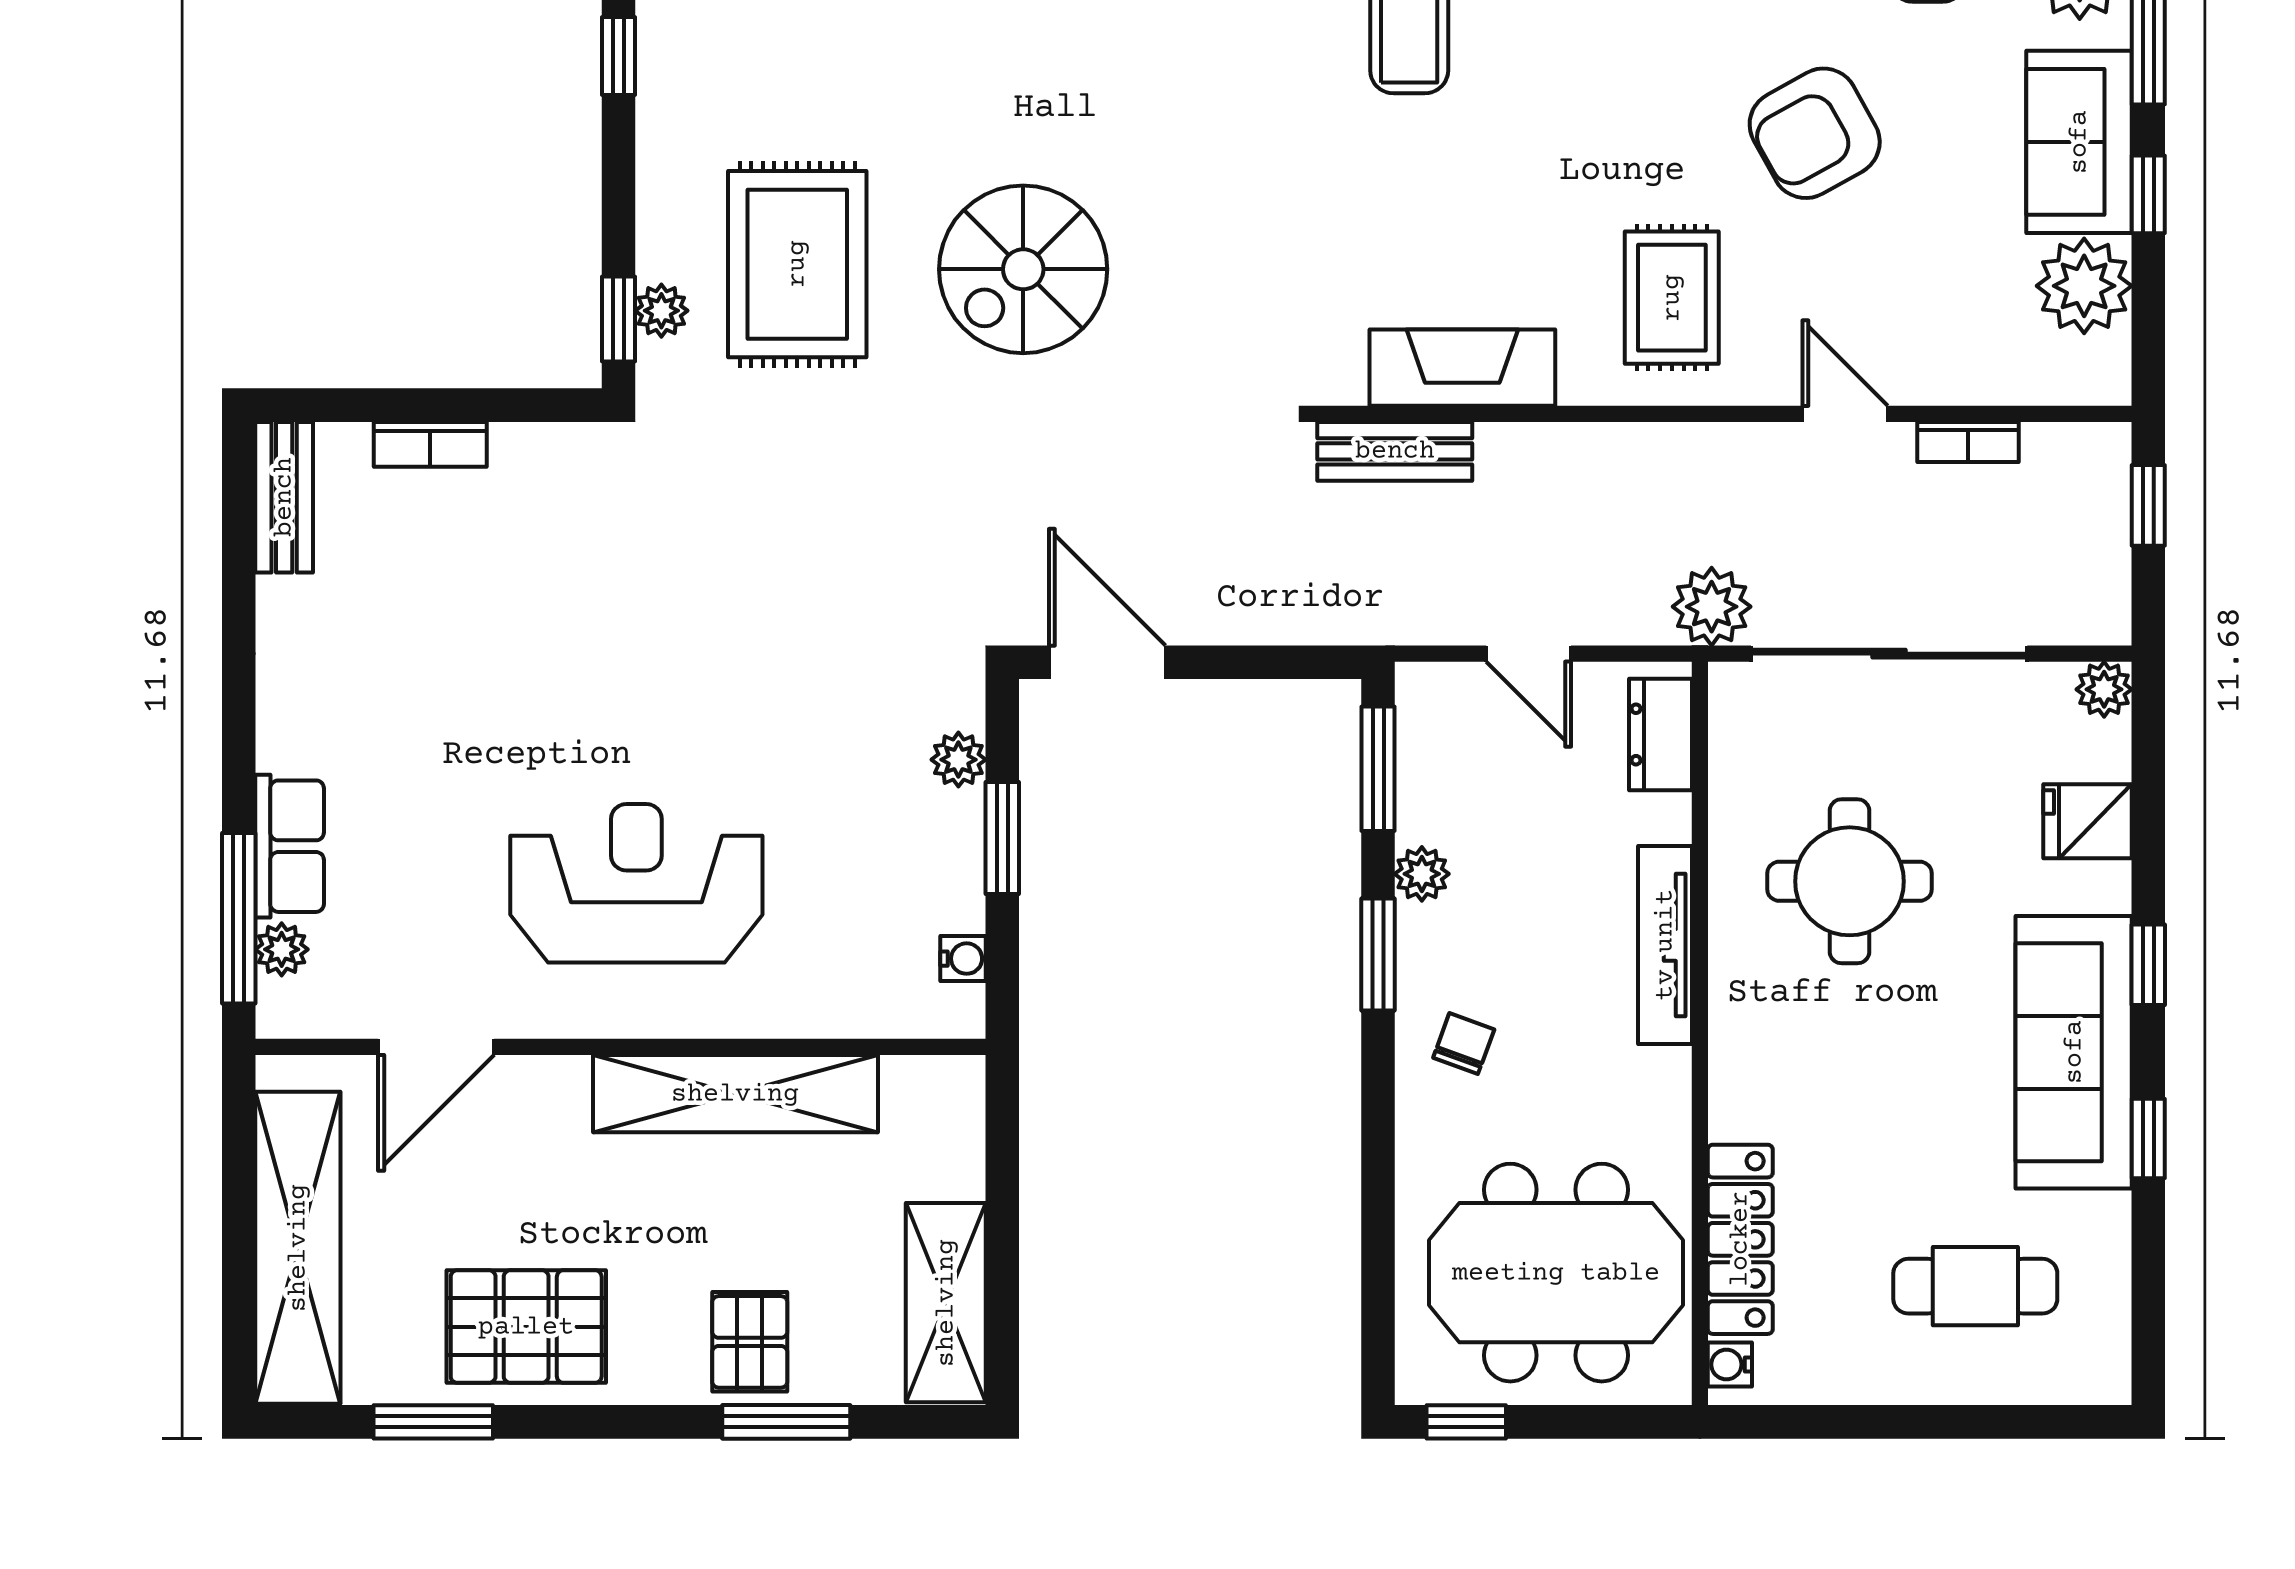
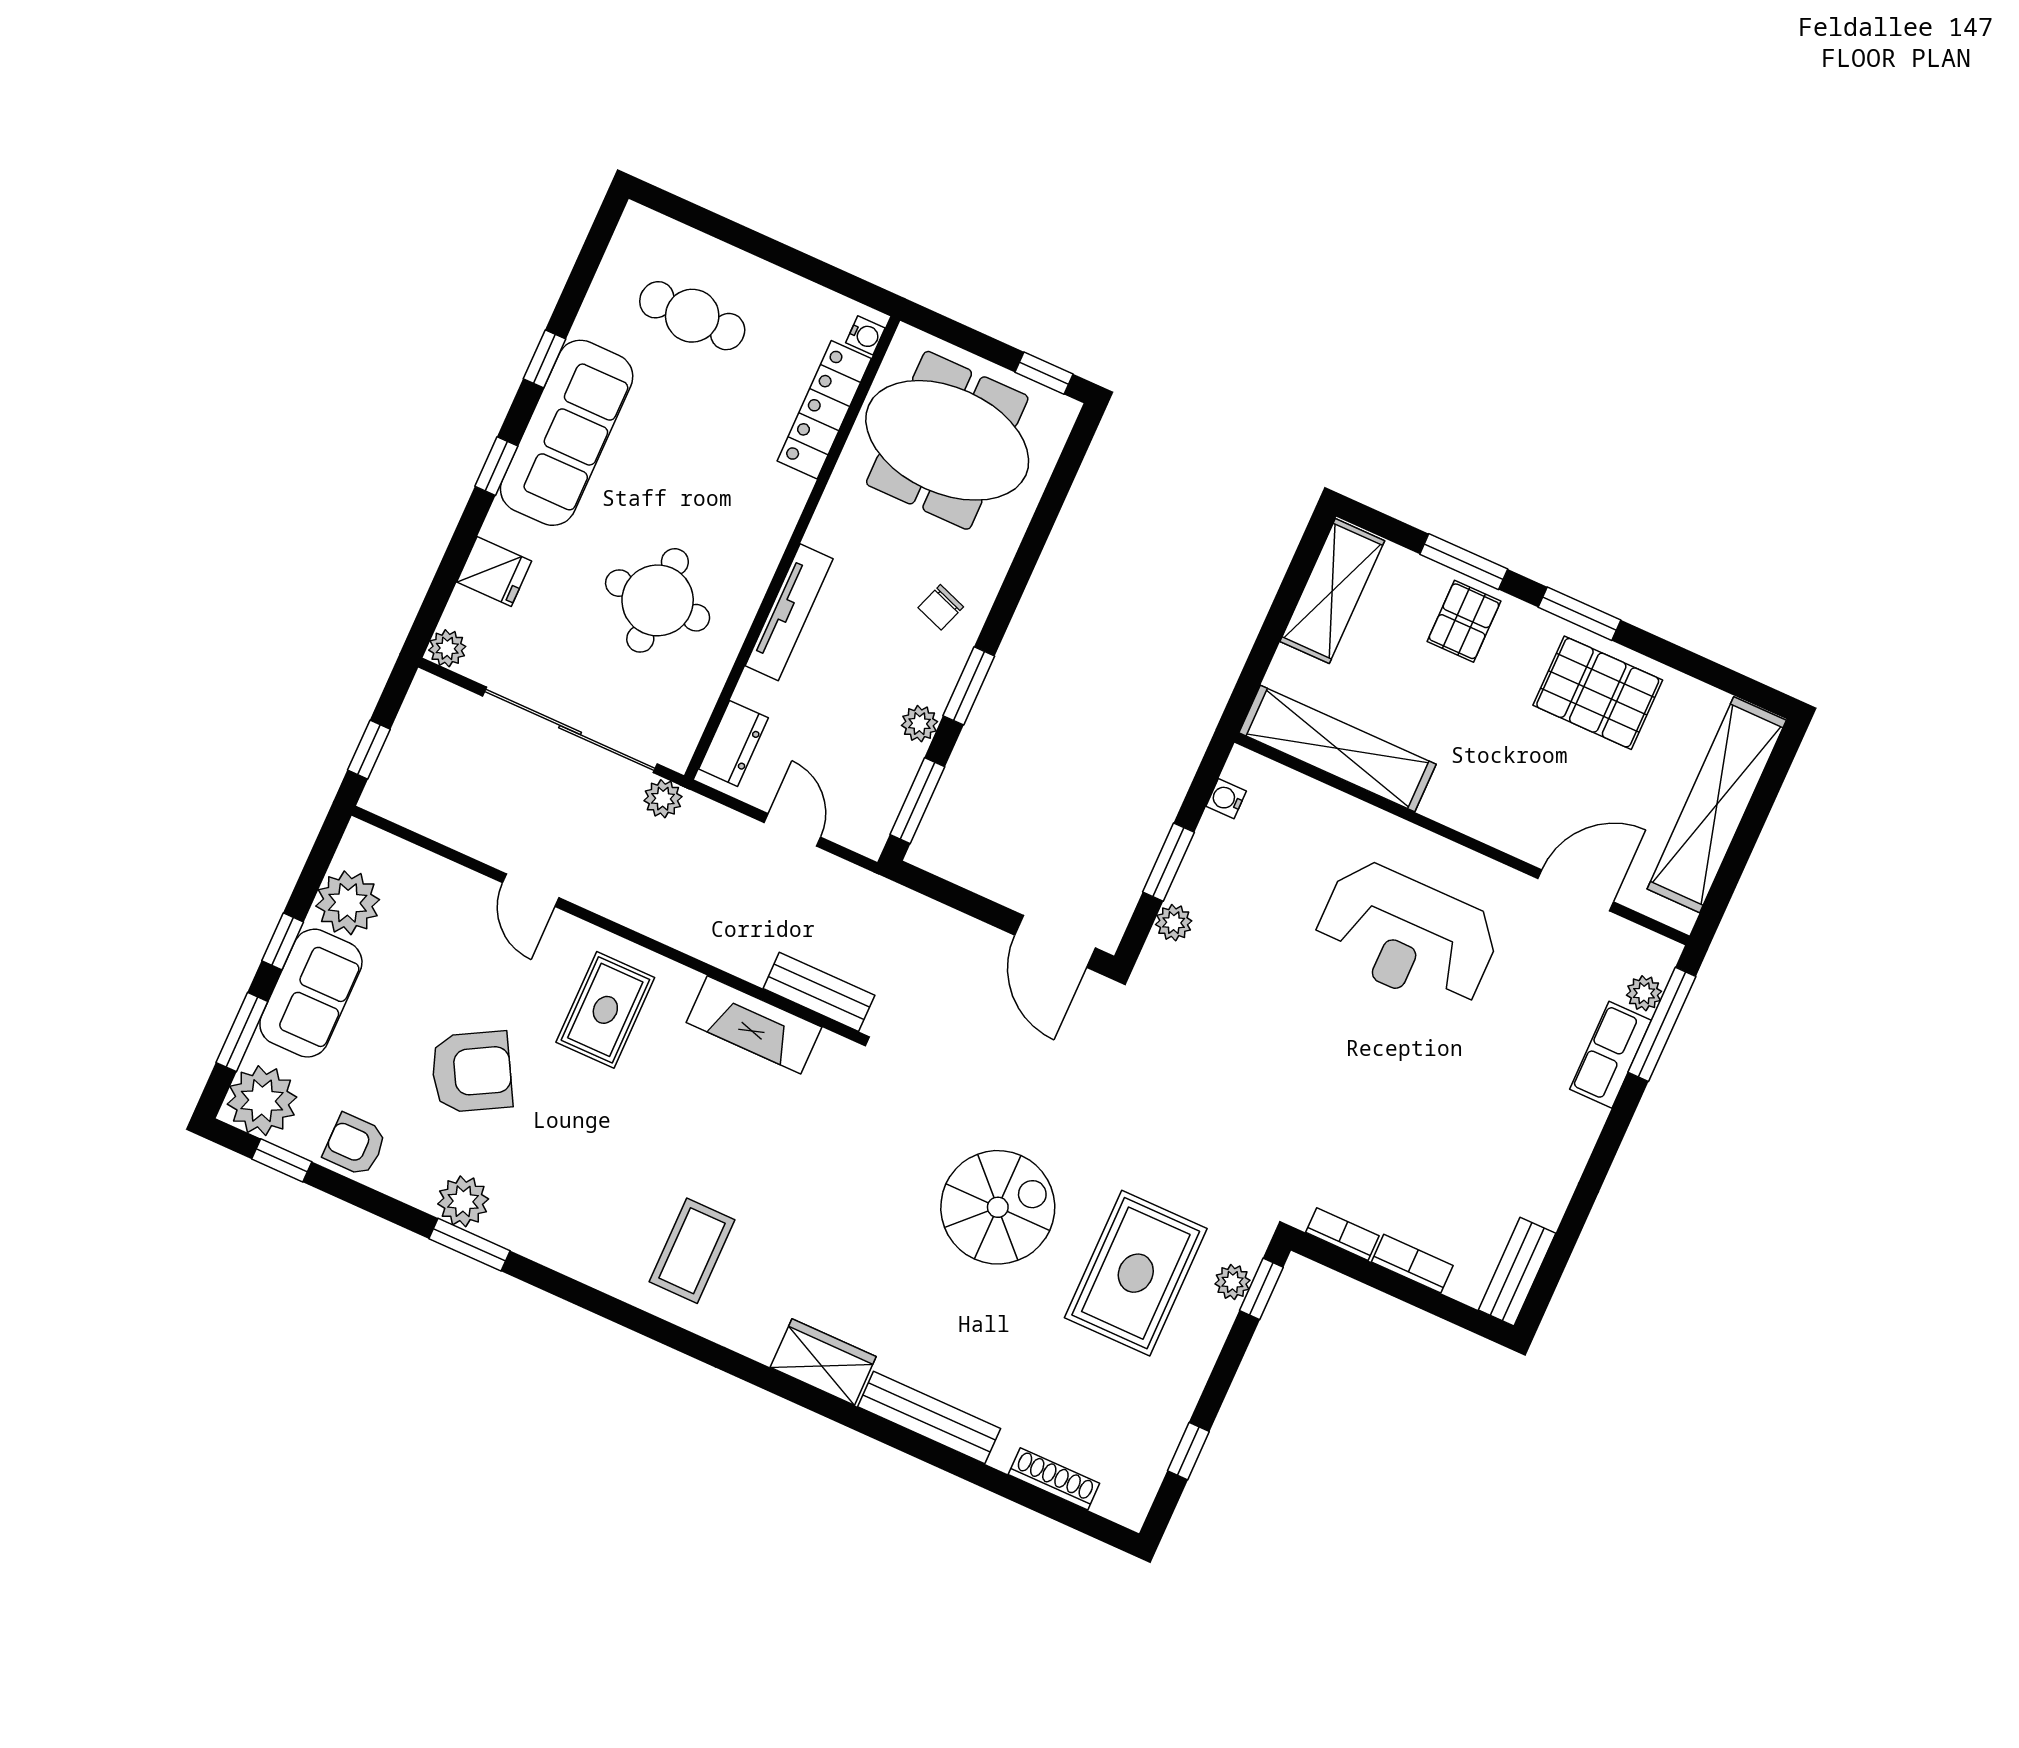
bookcase: (1968, 442) -> (1342, 1234), moved
plant: (1712, 607) -> (663, 799), width x0.73, depth x0.73
shelving: (735, 1094) -> (1338, 748), moved
window: (433, 1422) -> (1579, 614), moved

